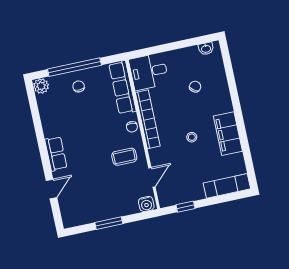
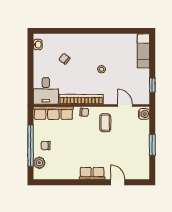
plant: (41, 86) -> (39, 163), moved
filing cabinet: (228, 134) -> (105, 42), removed

